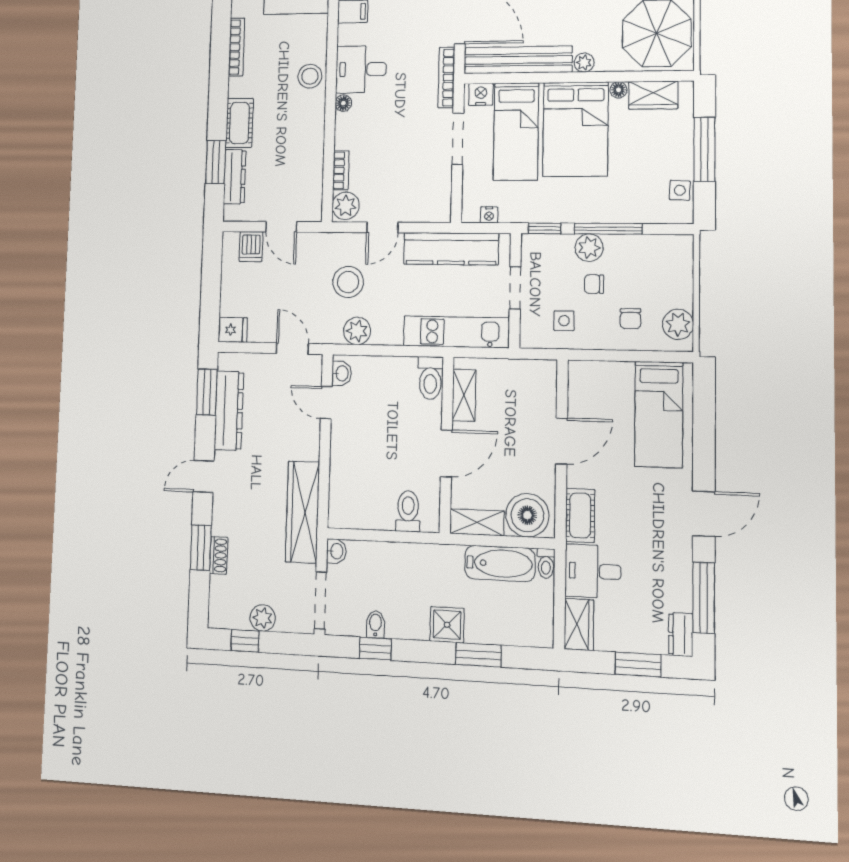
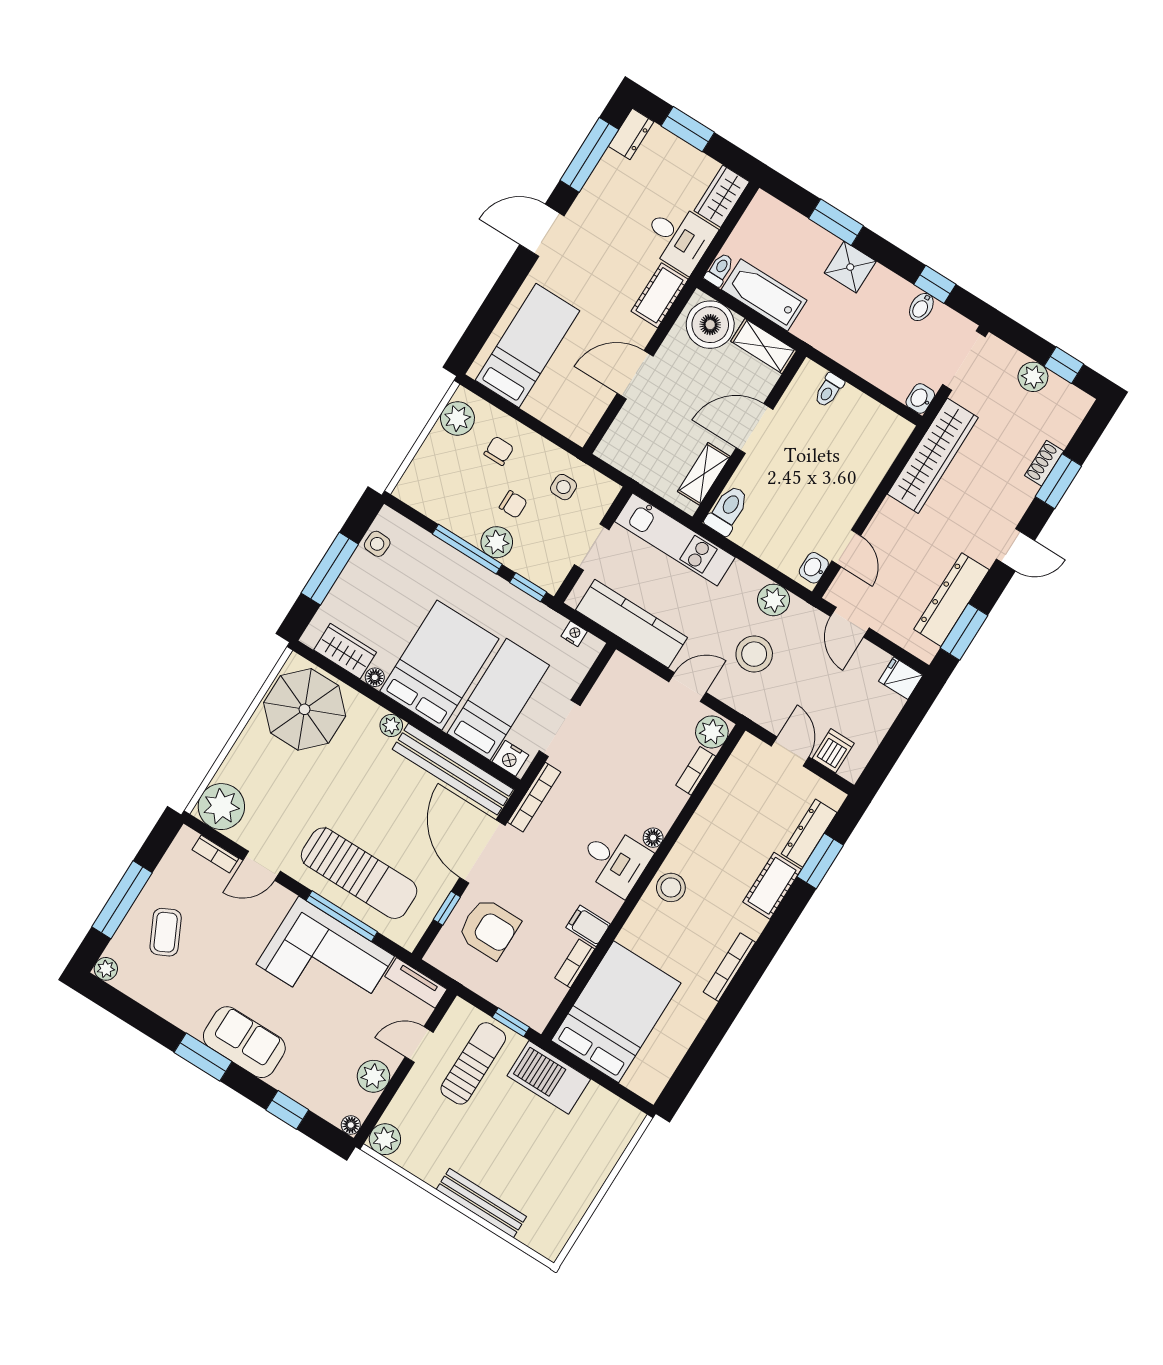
toilet: (408, 511) -> (829, 390), width x0.73, depth x0.72

